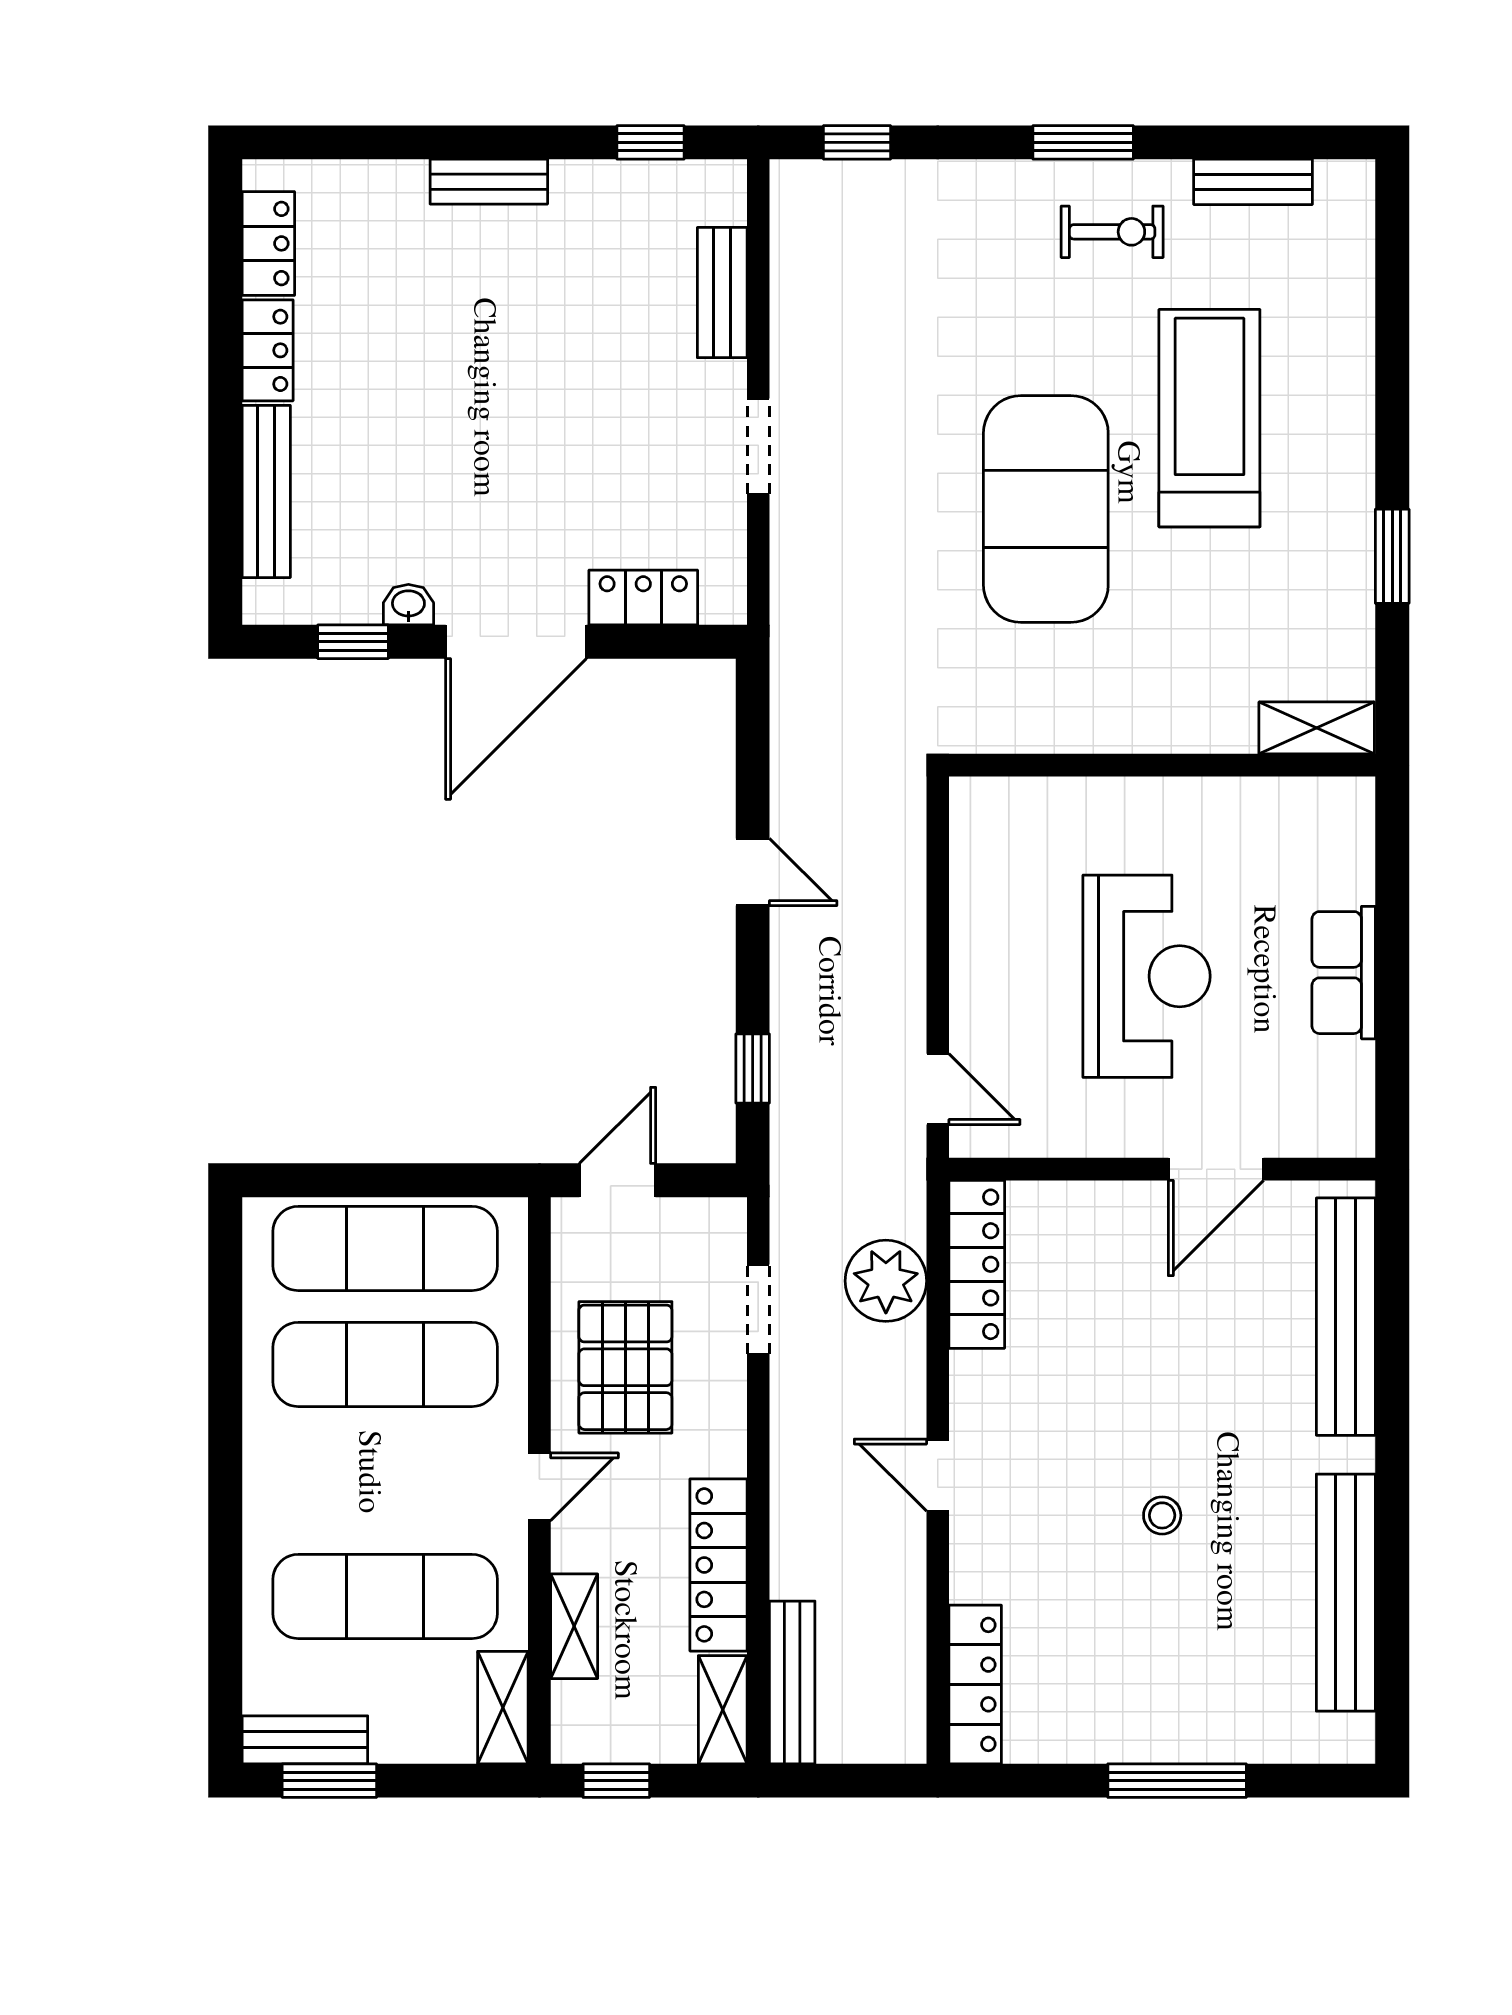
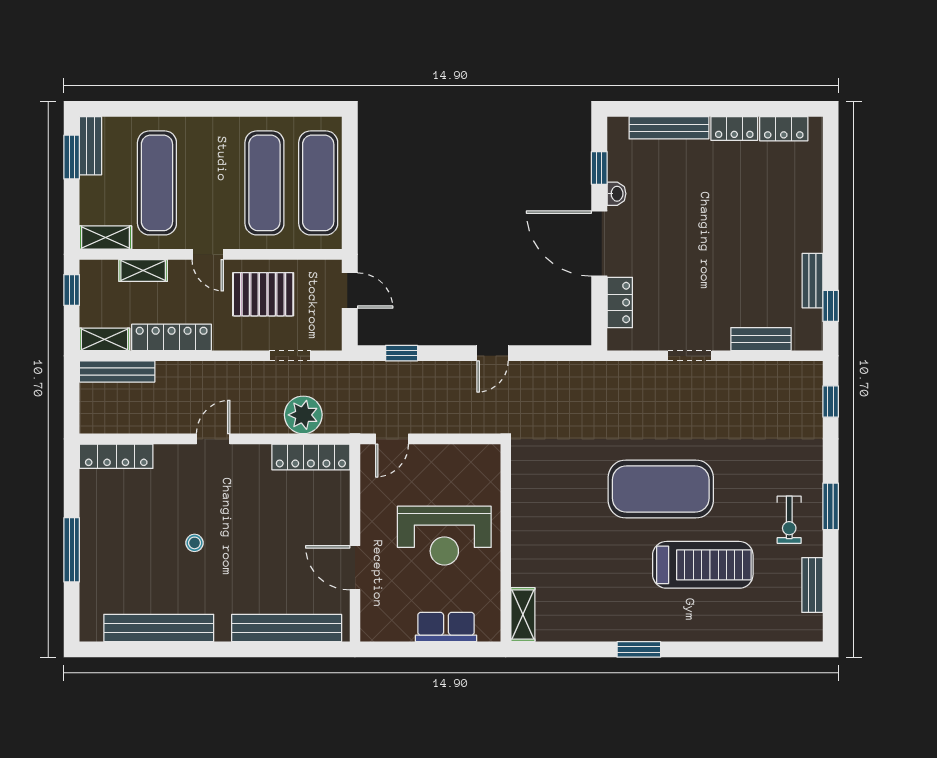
bench: (489, 182) -> (812, 281), moved
shelving: (1317, 728) -> (523, 614), moved
wall: (1162, 765) -> (506, 543), moved

